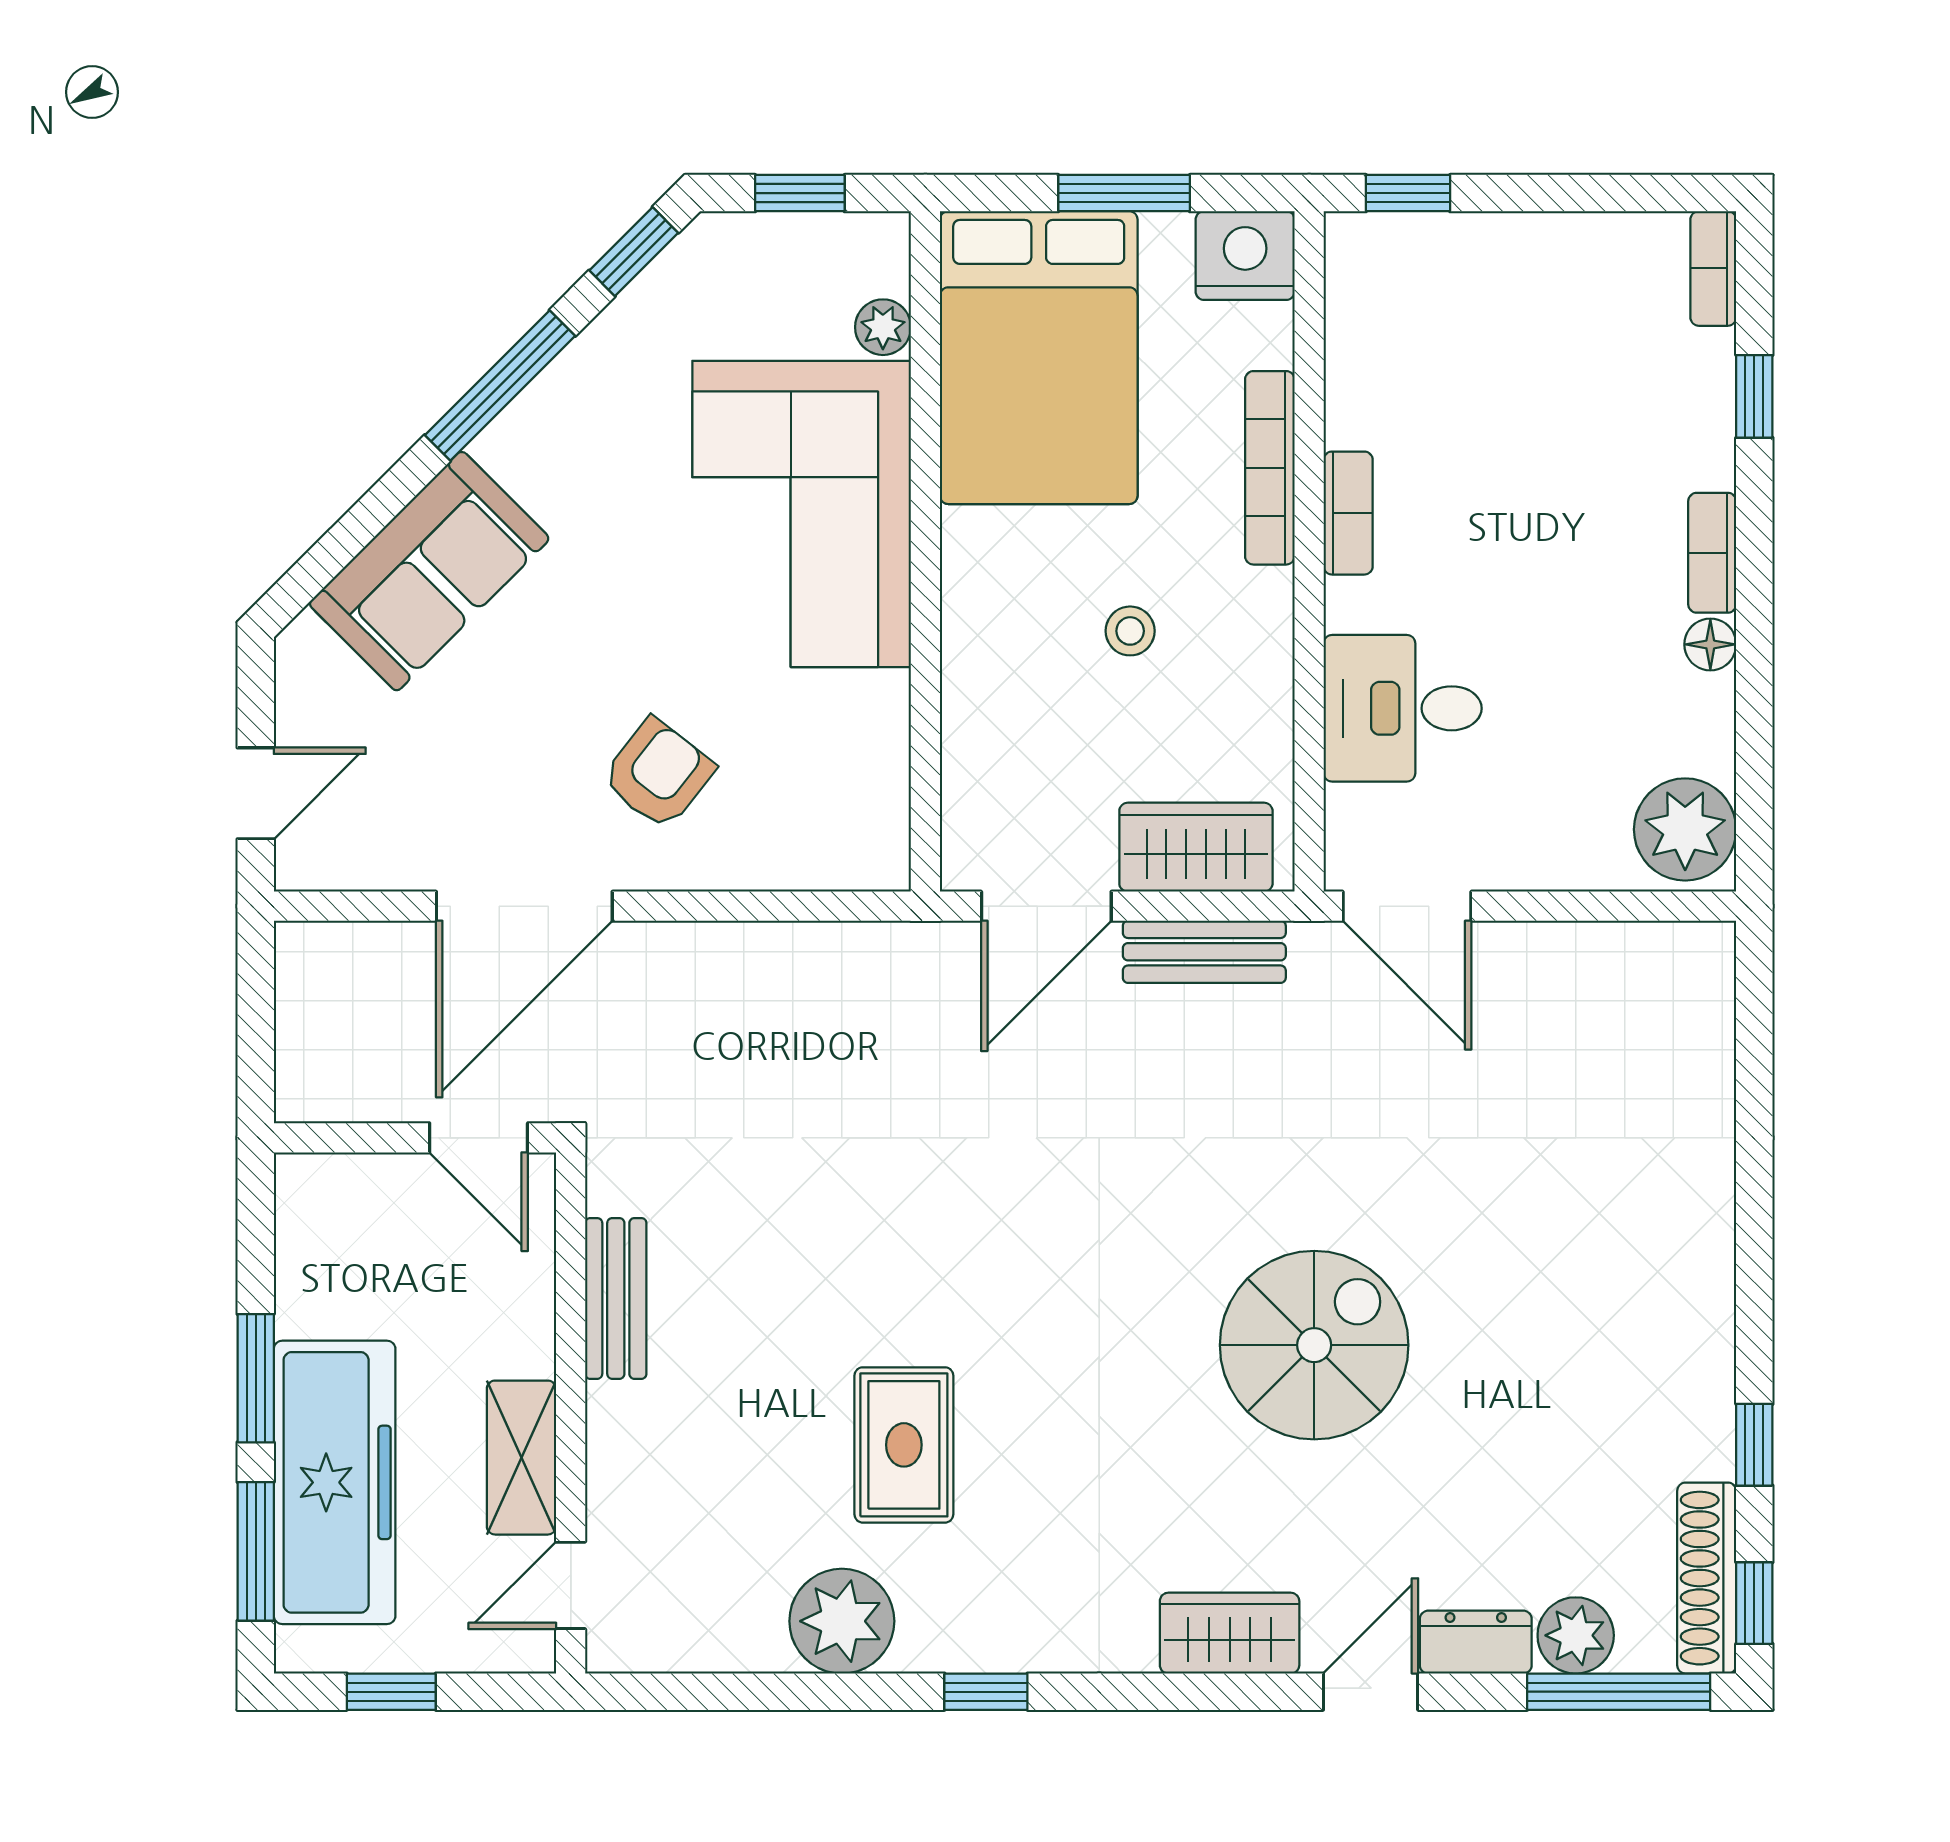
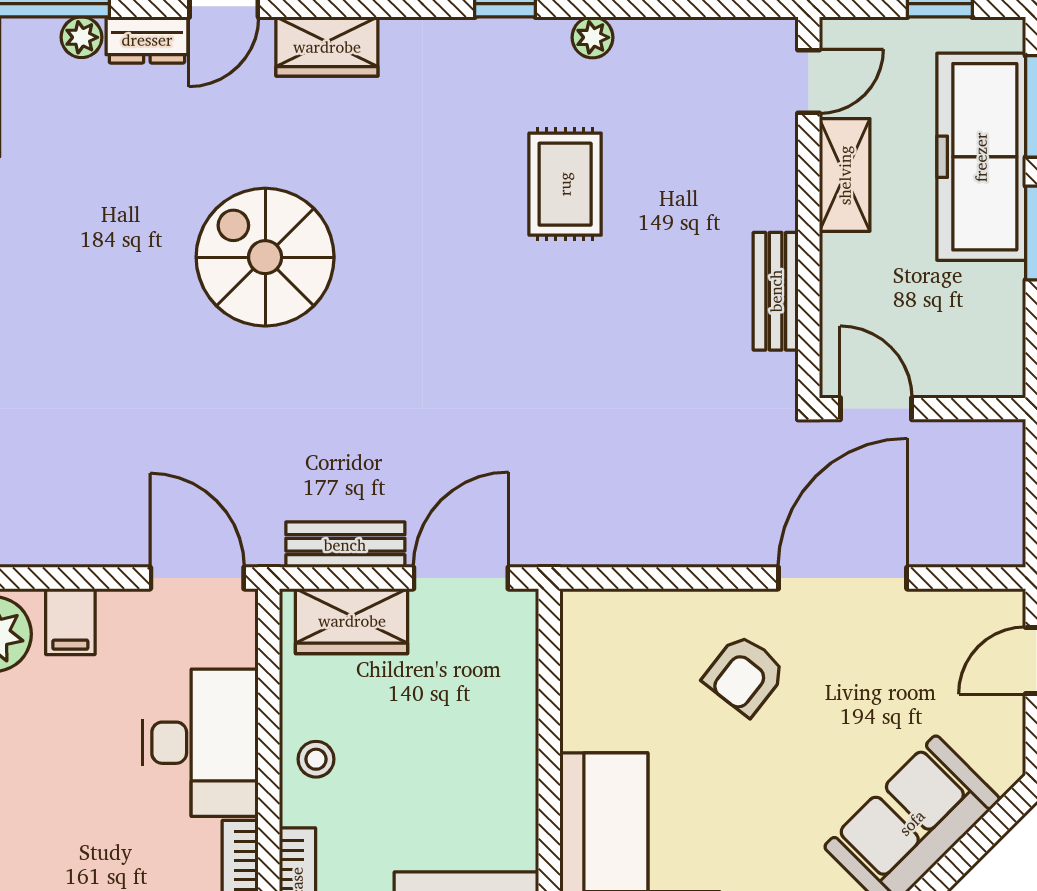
stool: (1130, 631) -> (316, 759), moved
desk: (1403, 708) -> (200, 743), width x1.37
filing cabinet: (1581, 847) -> (70, 622), added
spiral stairs: (1314, 1345) -> (265, 257), turned 90
plant: (842, 1621) -> (593, 37), width x0.53, depth x0.53
plant: (1576, 1635) -> (81, 37), width x0.73, depth x0.73

